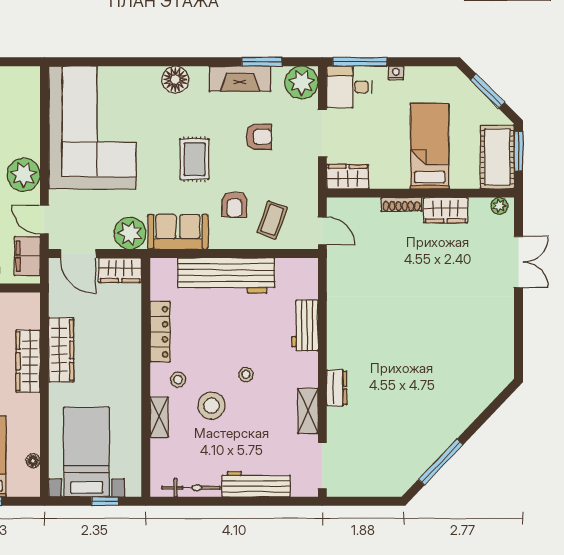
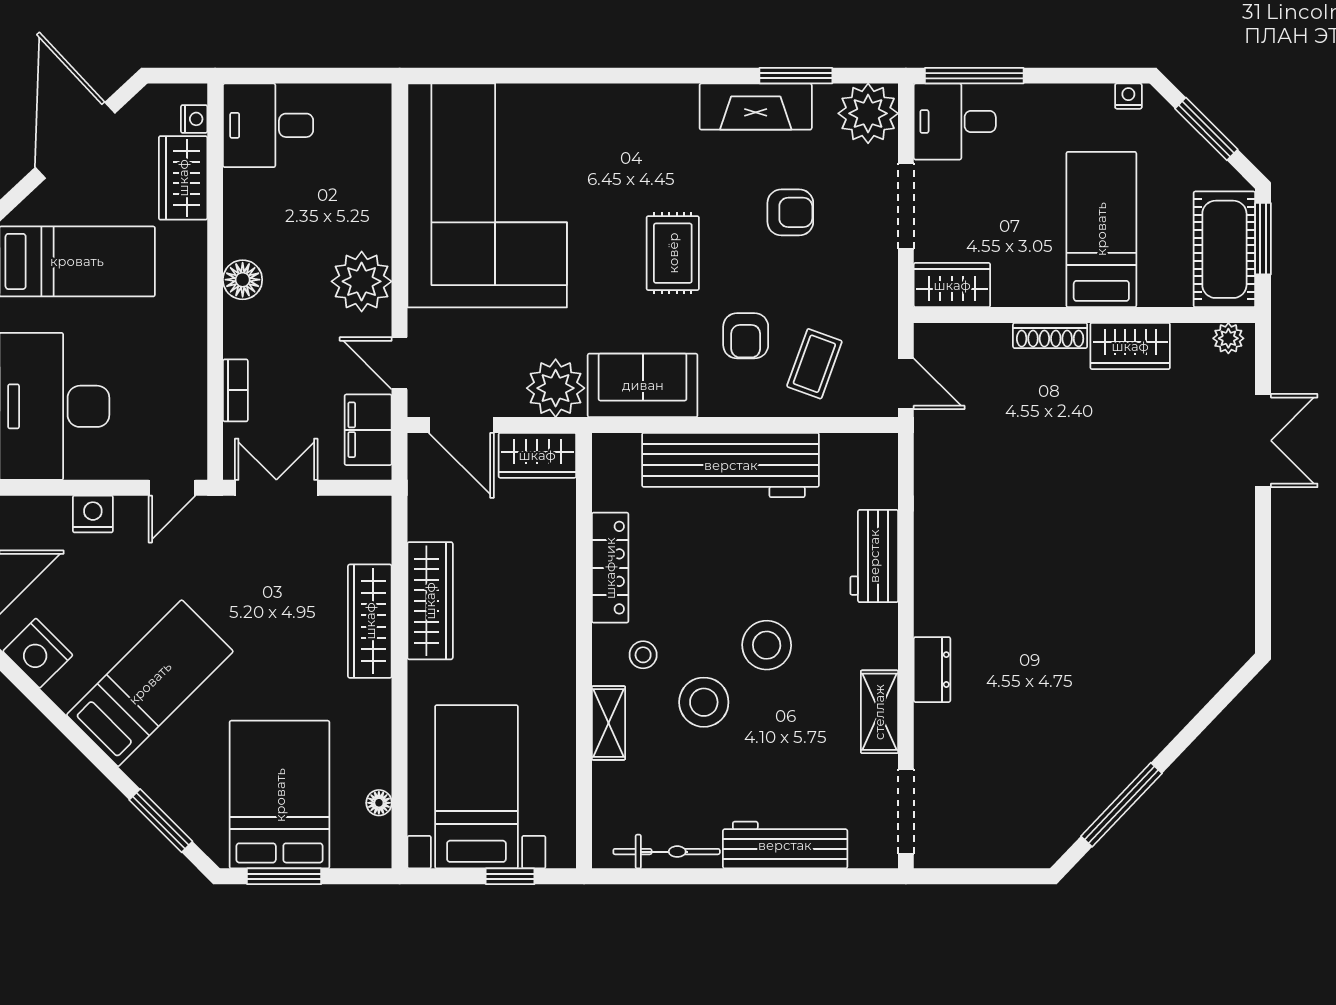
nightstand: (396, 73) -> (1128, 96), moved
floor lamp: (175, 79) -> (638, 108), removed
stool: (246, 374) -> (767, 645), width x1.89, depth x1.89

